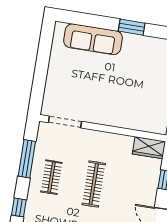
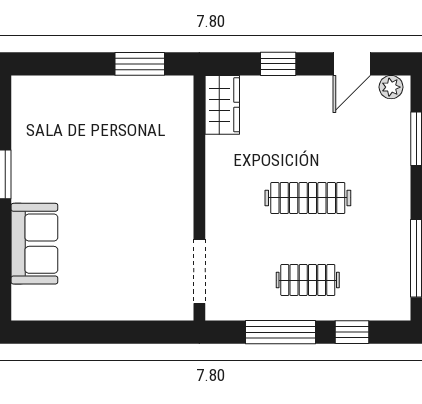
sofa: (93, 39) -> (34, 244), width x0.73
window: (19, 207) -> (352, 332), moved

